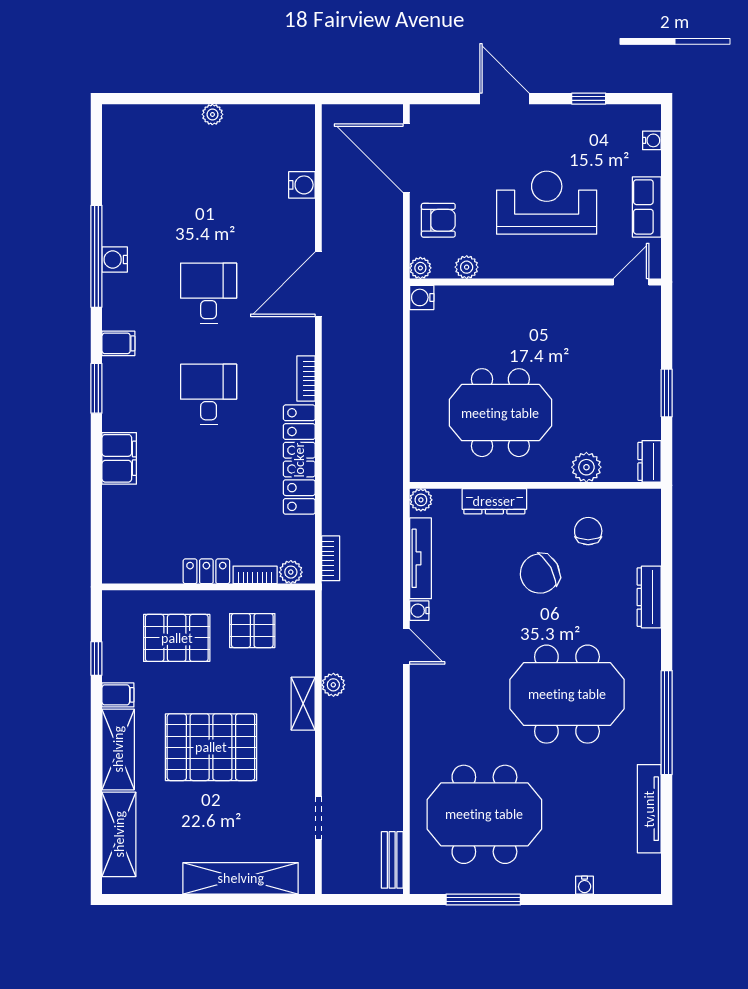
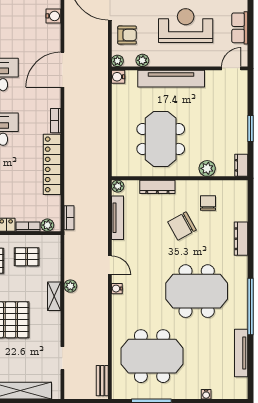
tv unit: (520, 301) -> (171, 79), added
meeting table: (500, 413) -> (161, 139), turned 90
water cooler: (419, 611) -> (117, 289), moved

